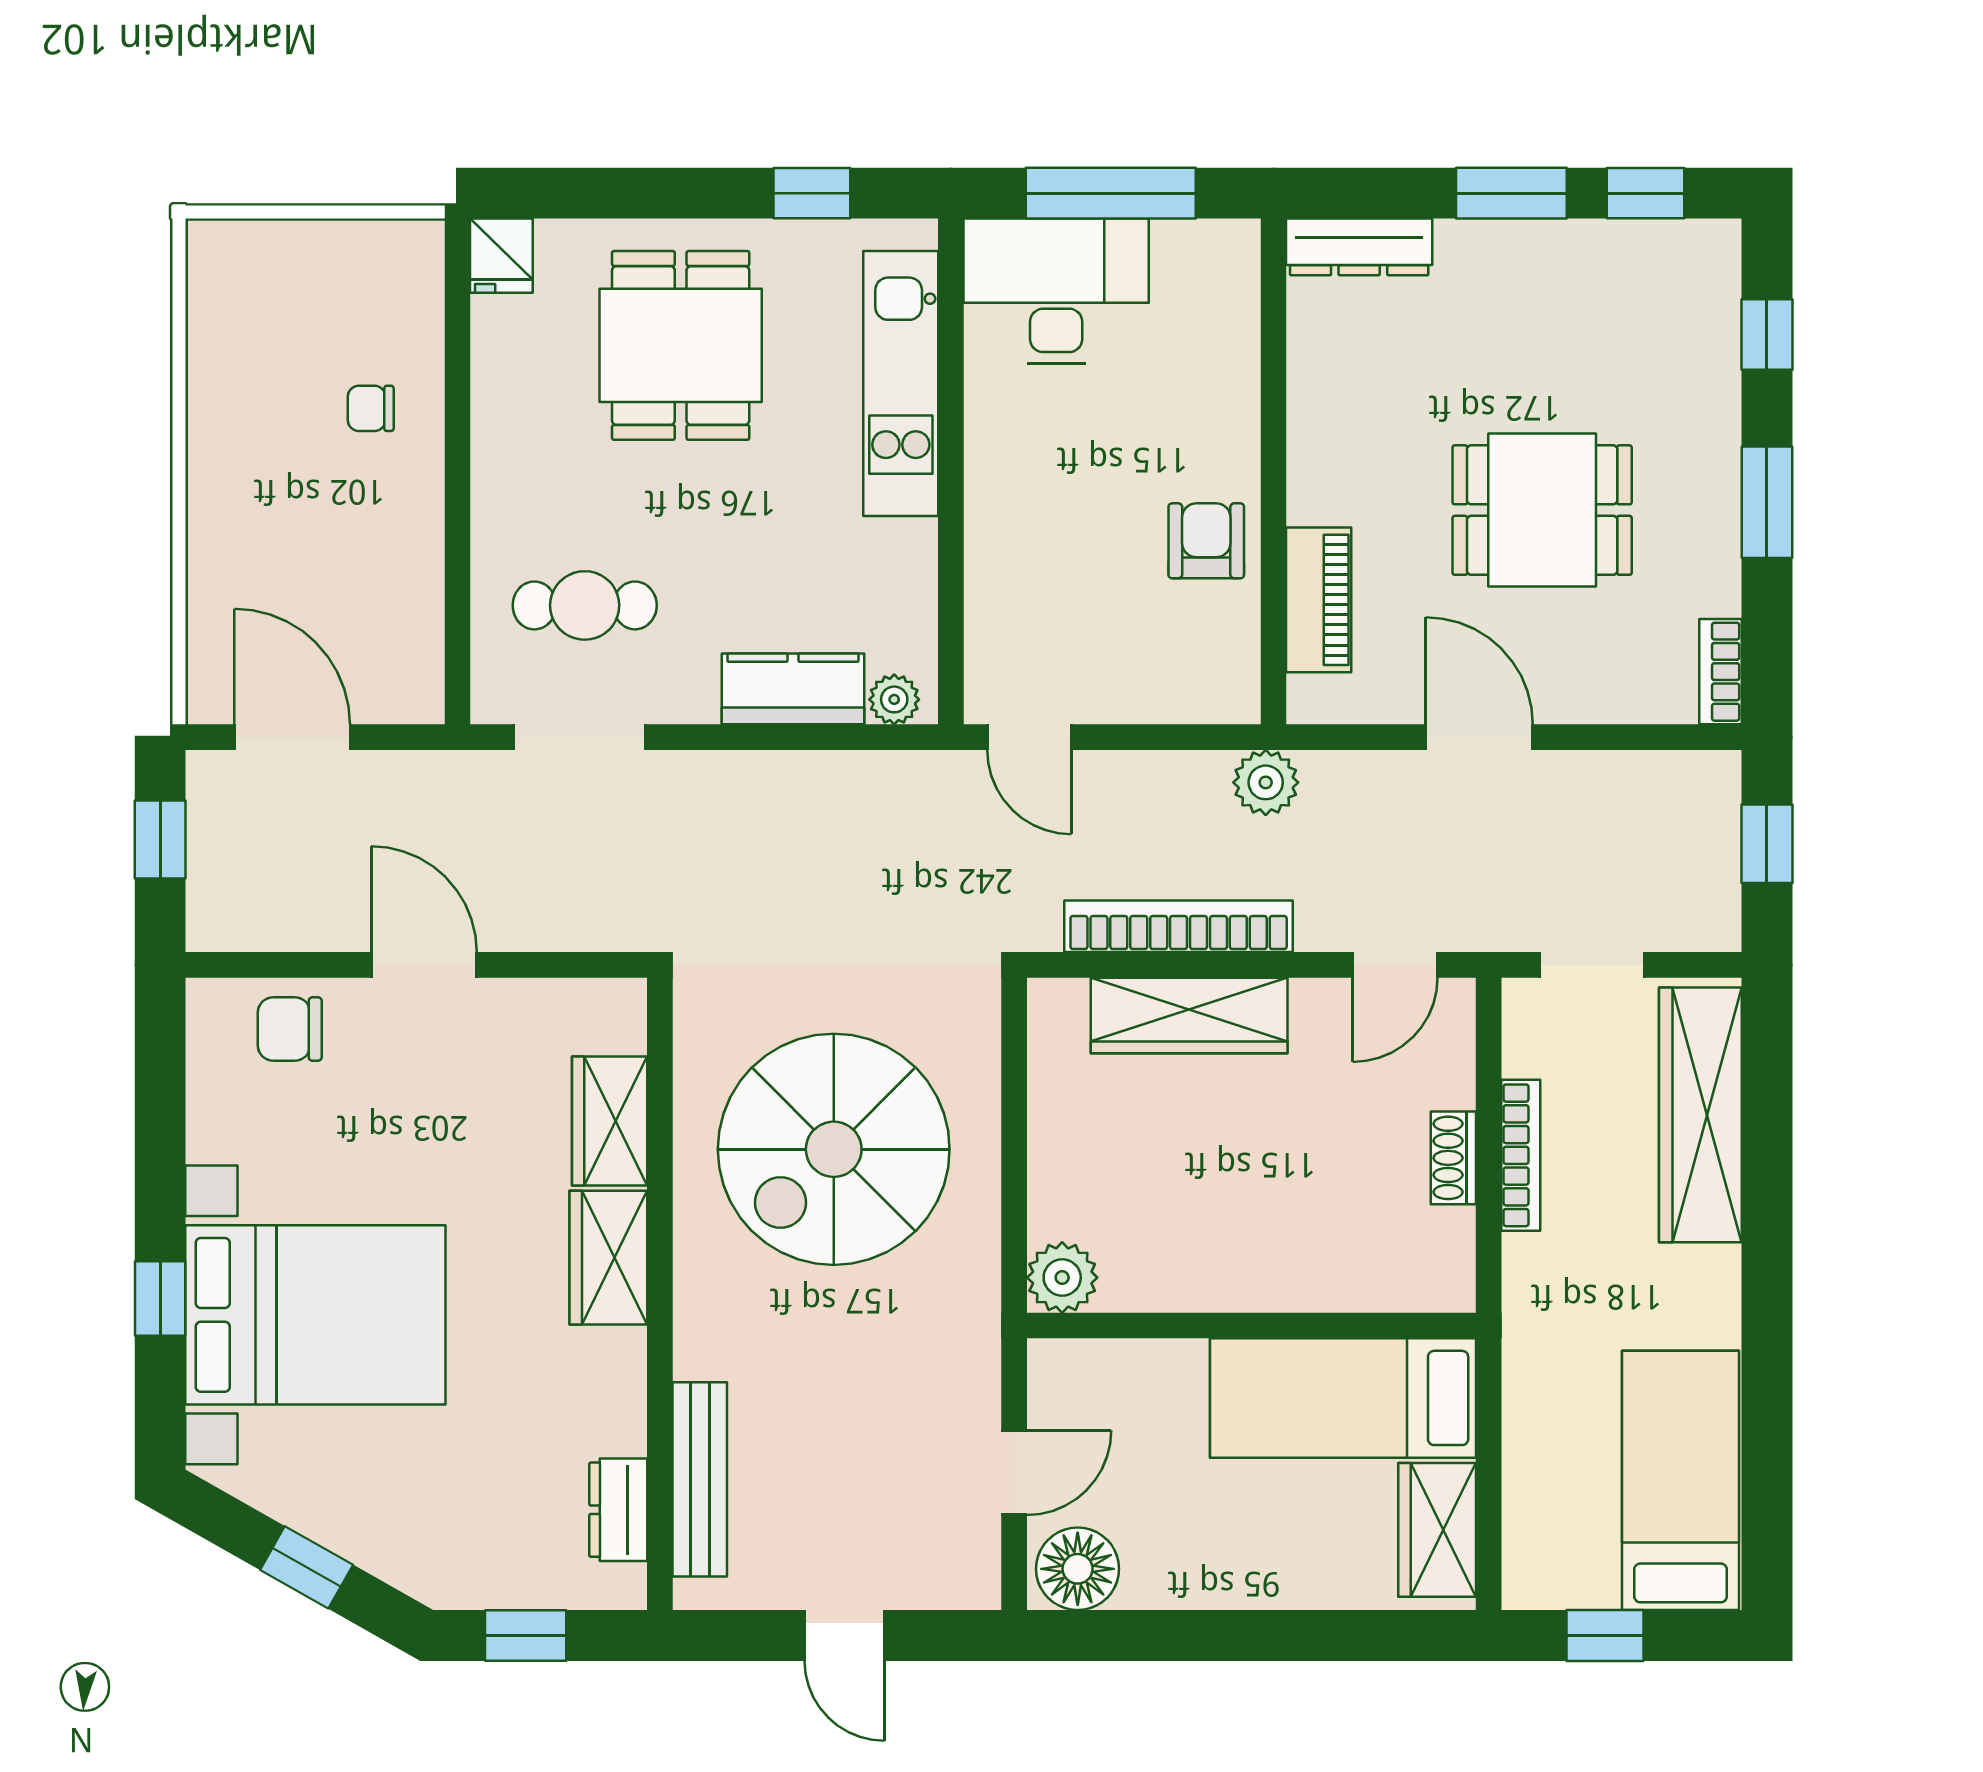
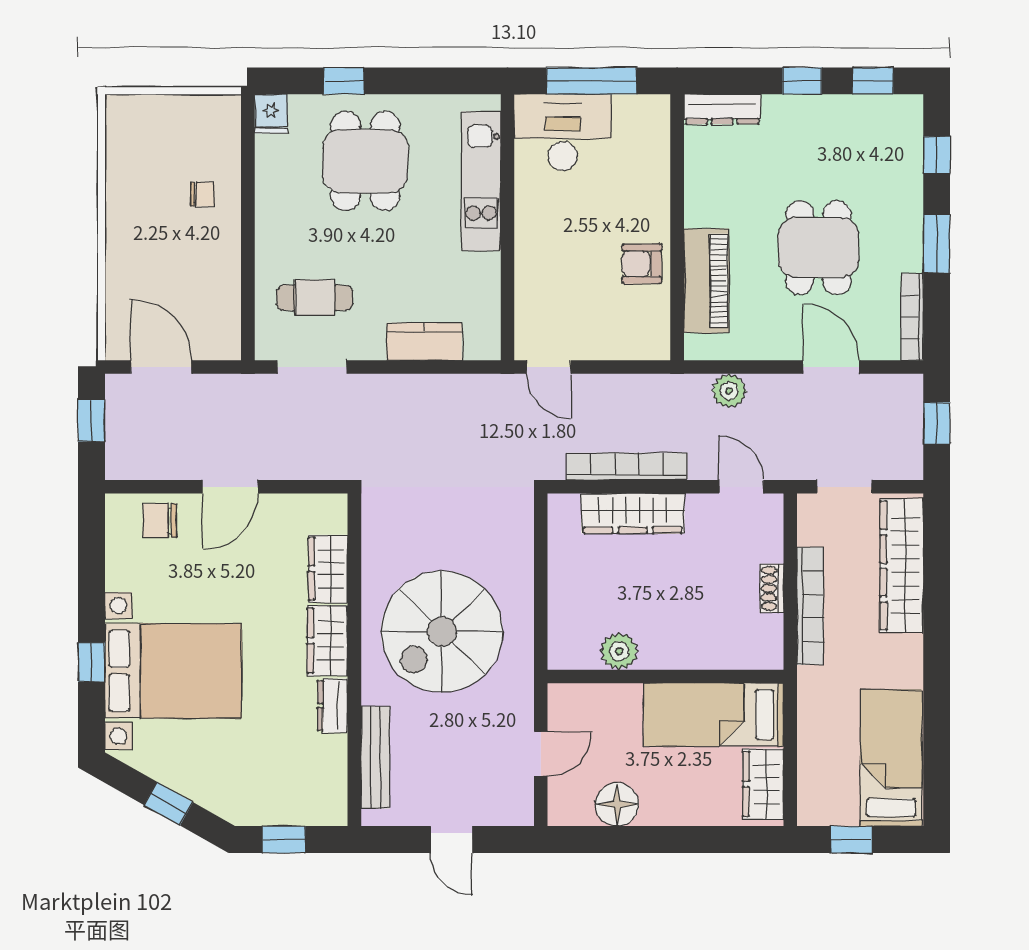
window: (812, 193) -> (344, 81), moved
window: (1511, 193) -> (802, 81), width x0.67
chair: (371, 408) -> (202, 194), turned 180
dining table: (1542, 510) -> (818, 248), turned 90
armchair: (1206, 541) -> (642, 264), turned -90
piano: (1319, 600) -> (706, 281), width x1.37, depth x1.33
bookcase: (1721, 672) -> (912, 317), width x1.56
plant: (894, 699) -> (478, 347), removed
door: (1479, 737) -> (831, 367), moved
plant: (1266, 782) -> (729, 391), moved
door: (424, 965) -> (230, 487), swing flipped
door: (1395, 965) -> (741, 487), swing flipped
spiral stairs: (834, 1149) -> (442, 632), moved
bookcase: (1521, 1155) -> (810, 606), width x1.48, depth x1.31
plant: (1062, 1278) -> (619, 651), moved
dresser: (618, 1510) -> (333, 706), moved
floor lamp: (1078, 1569) -> (617, 804), moved

